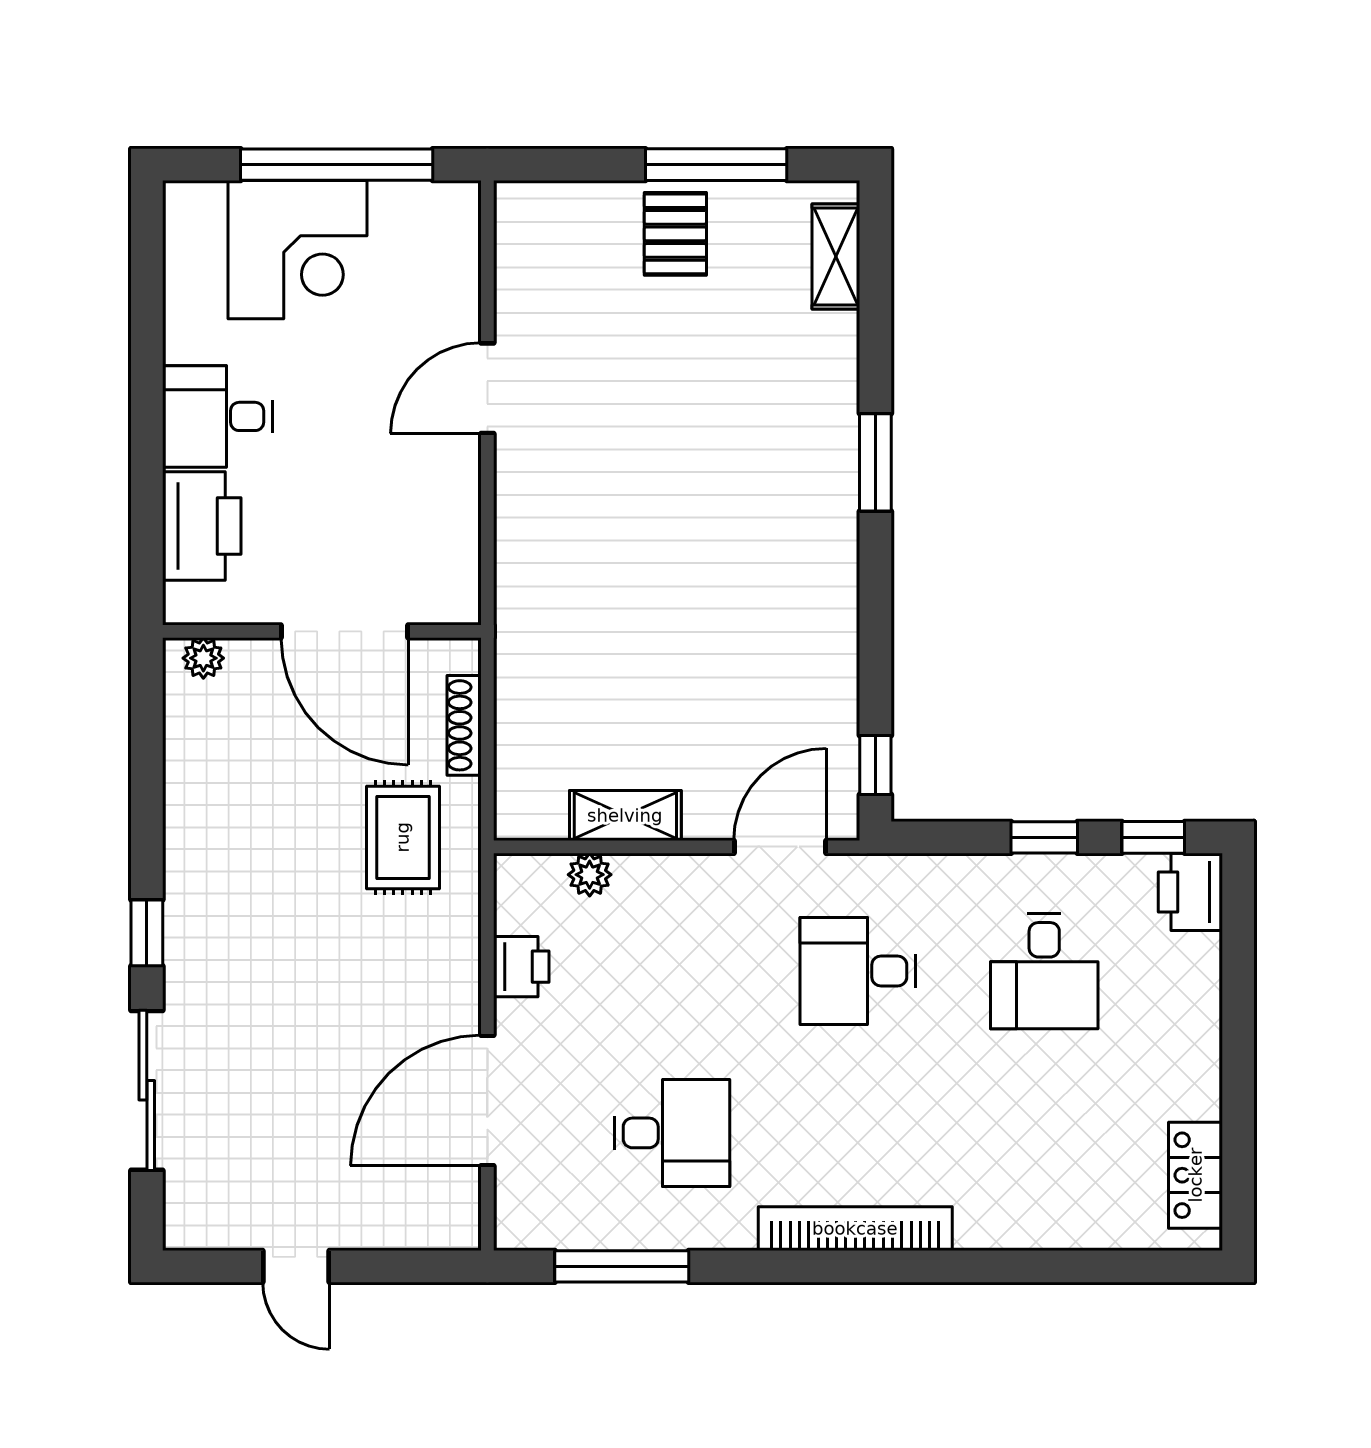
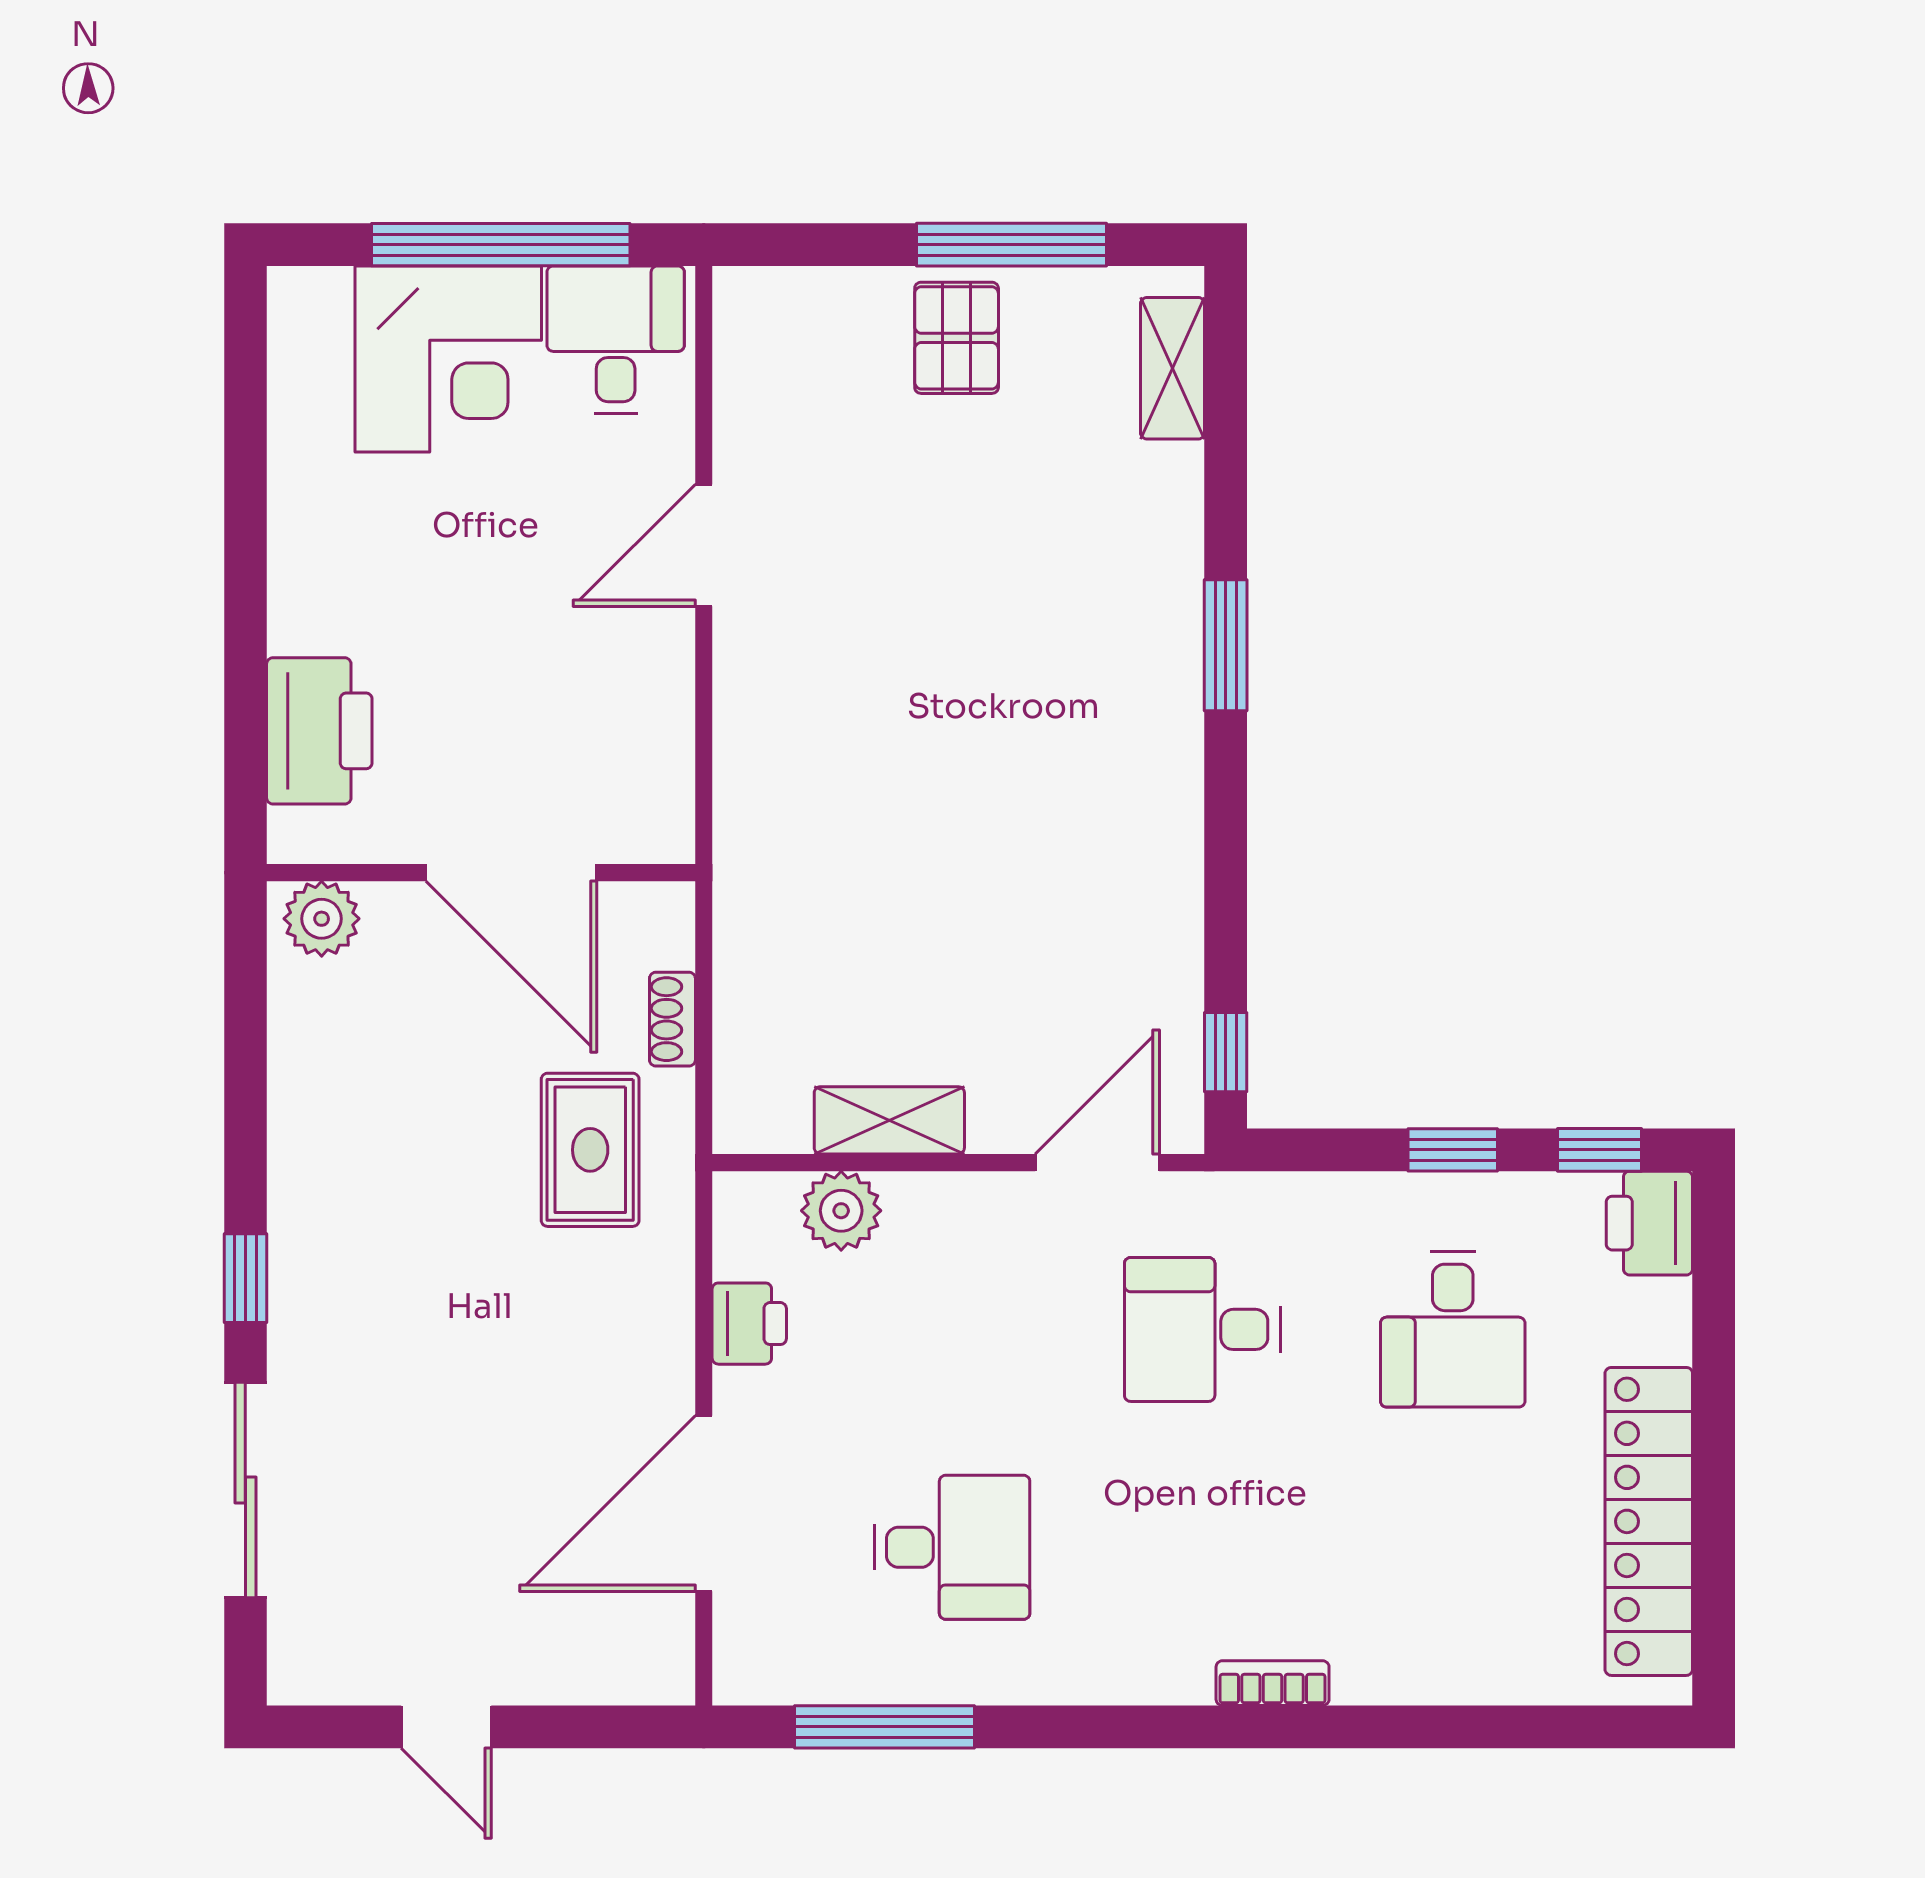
desk: (217, 416) -> (616, 340), moved, turned 90
plant: (203, 658) -> (322, 919), width x1.38, depth x1.38
shoe rack: (464, 725) -> (672, 1019), width x0.70
plant: (590, 875) -> (841, 1211), width x1.38, depth x1.38
locker: (1196, 1175) -> (1649, 1521), width x2.16, depth x1.21
bookcase: (855, 1229) -> (1273, 1683), width x0.43, depth x0.76

